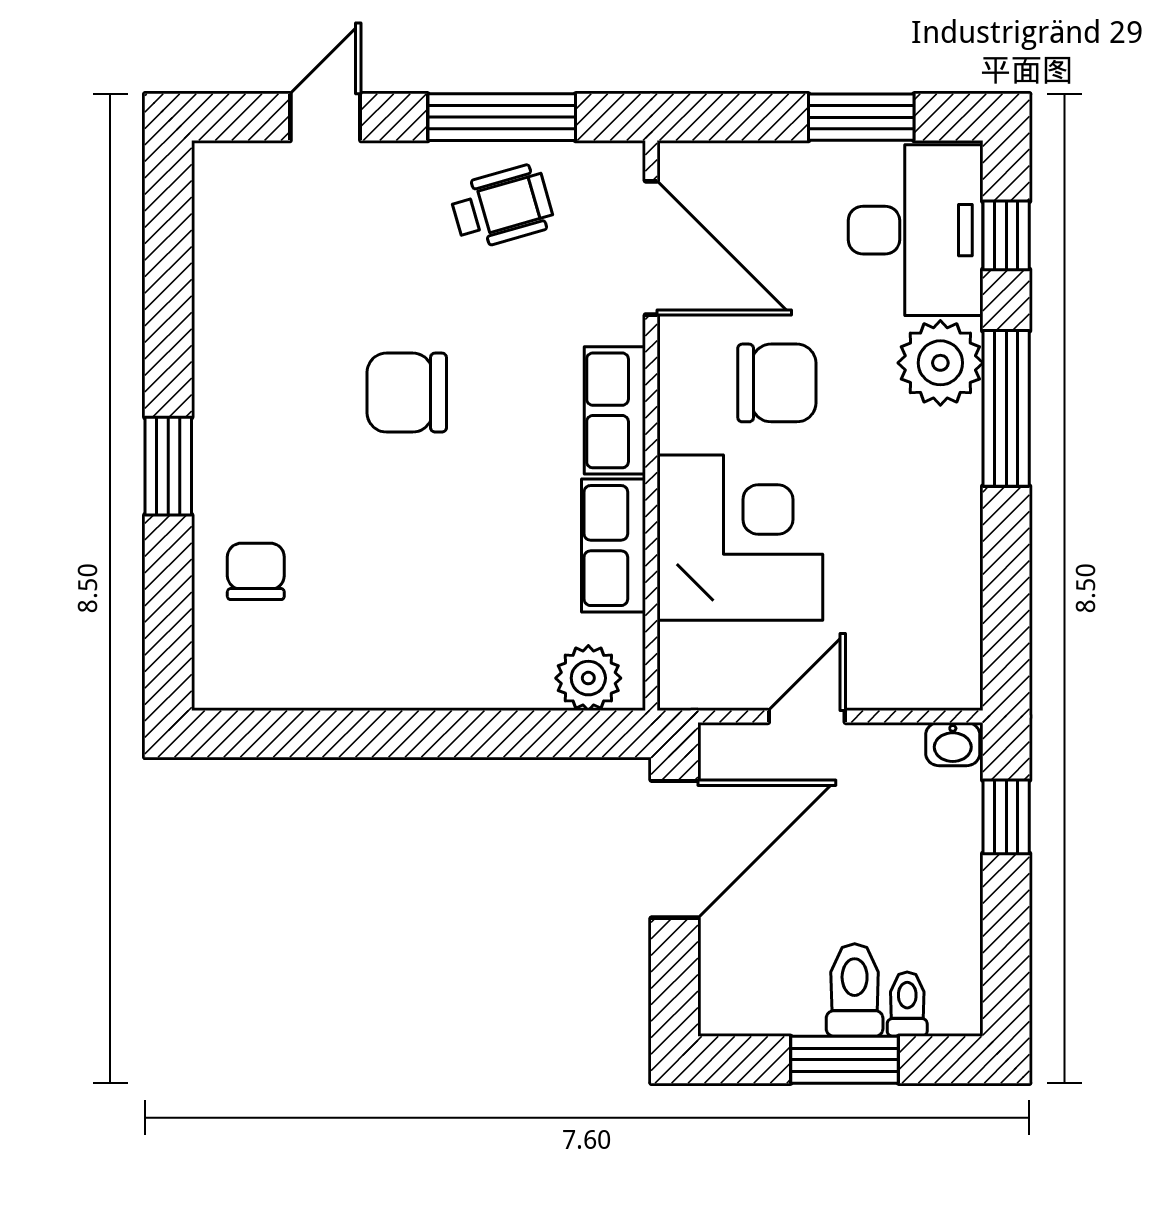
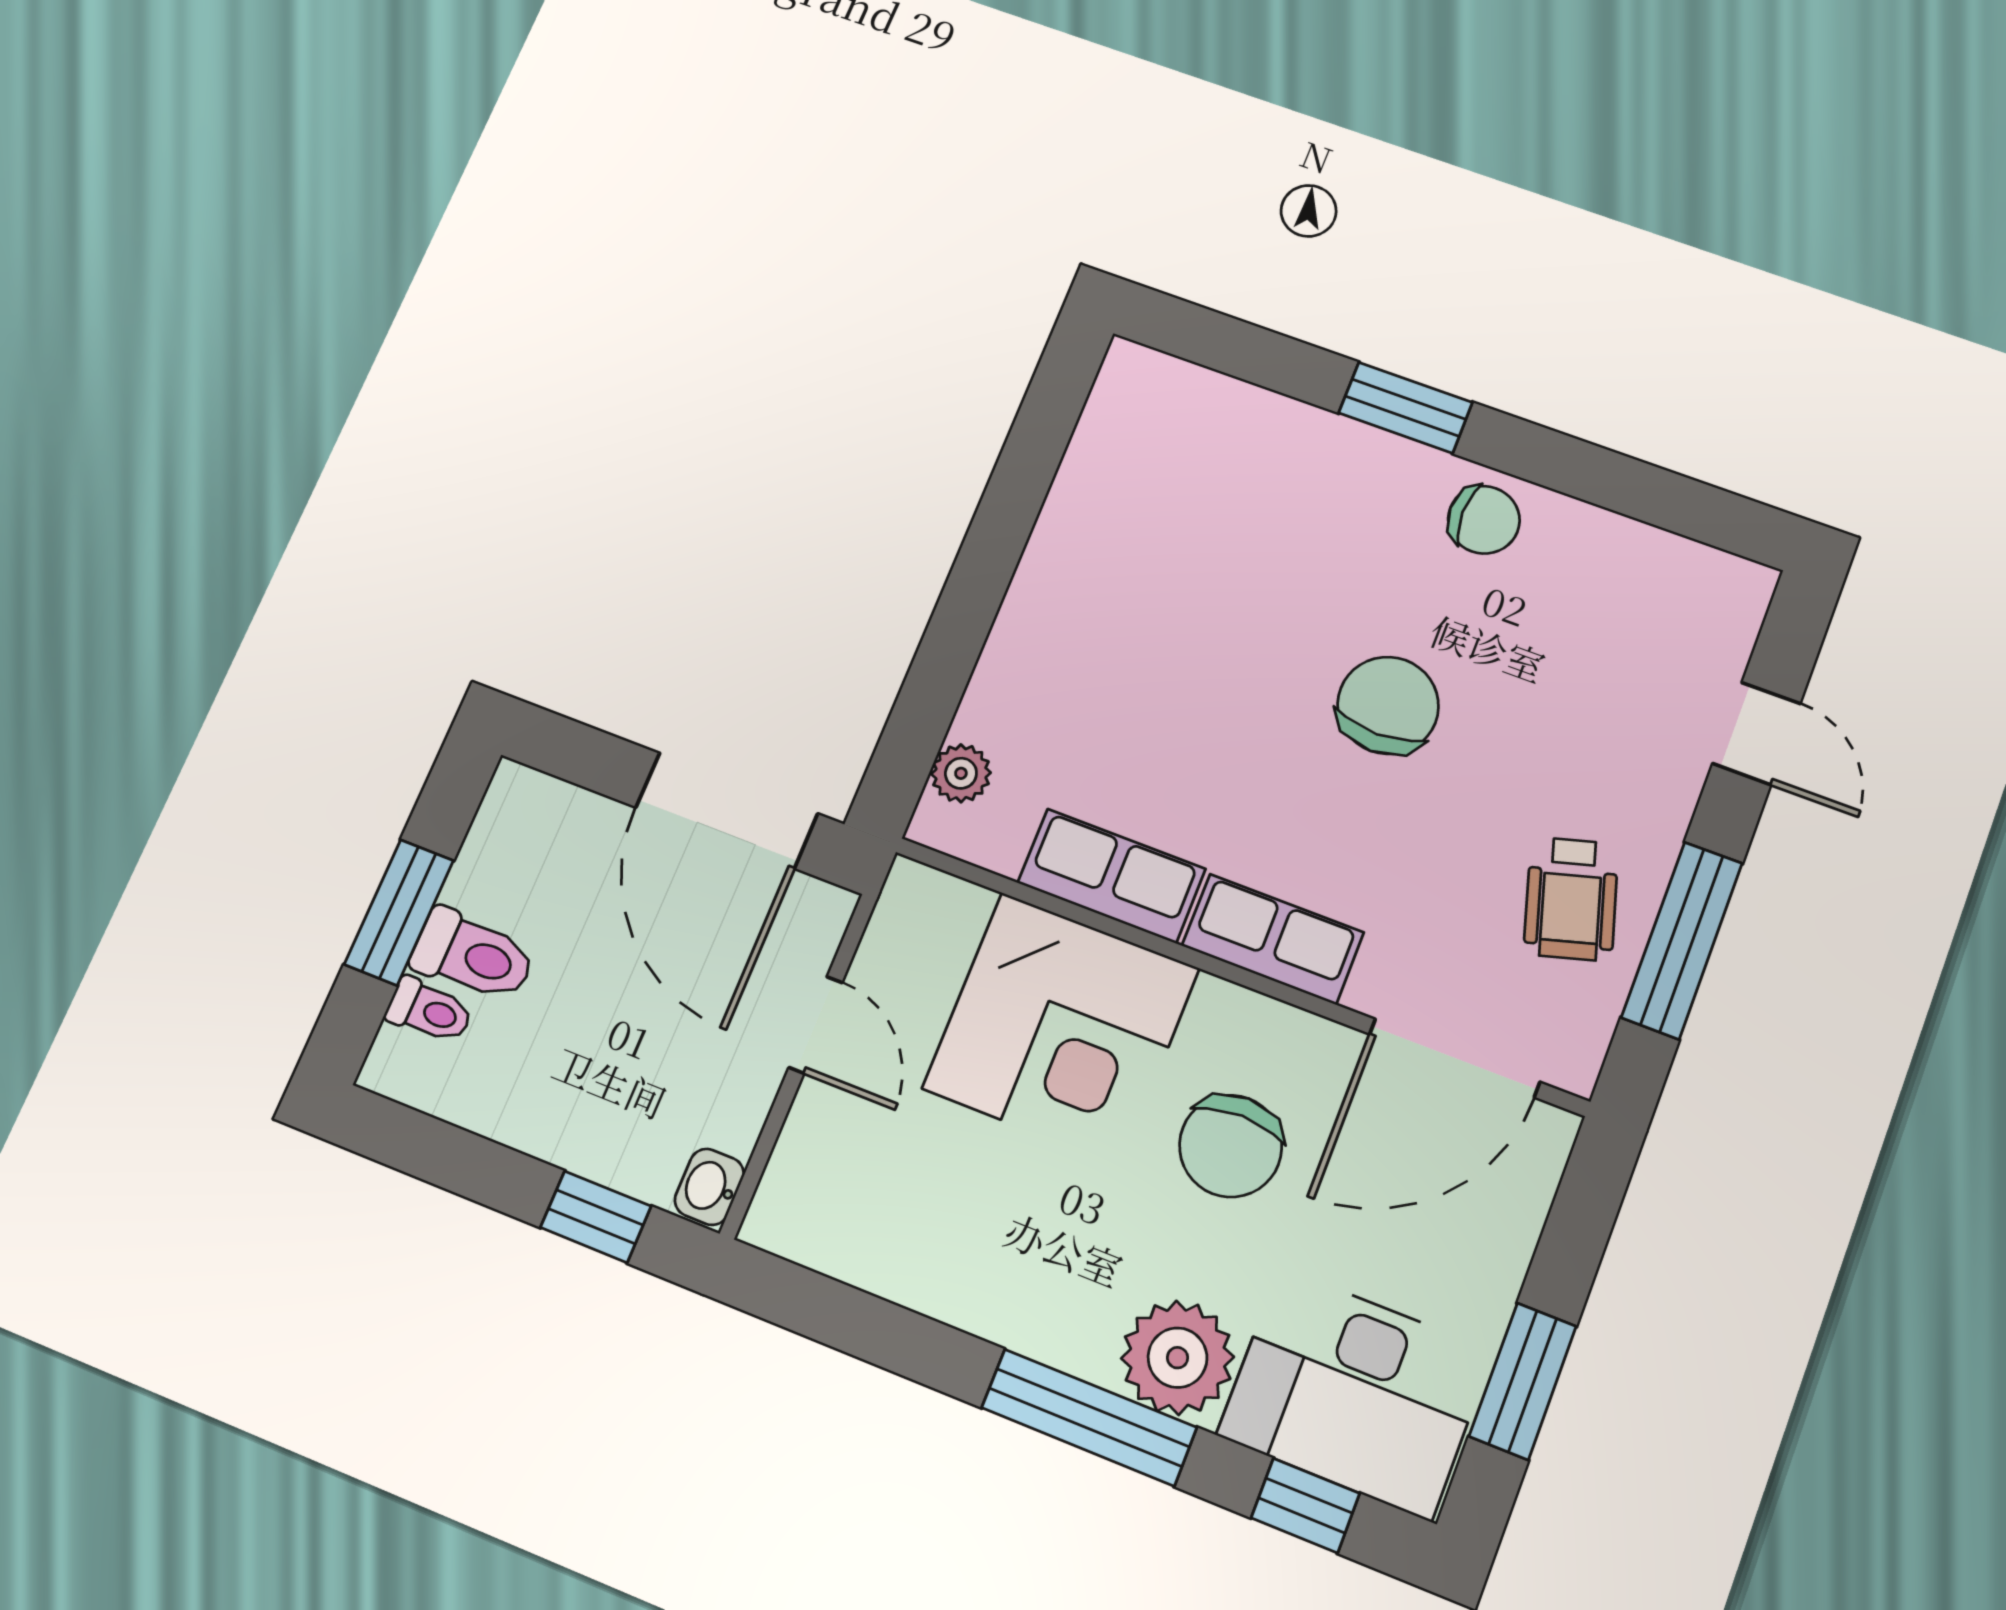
chair: (256, 571) -> (1484, 520), moved
plant: (588, 678) -> (961, 773), width x0.73, depth x0.73

